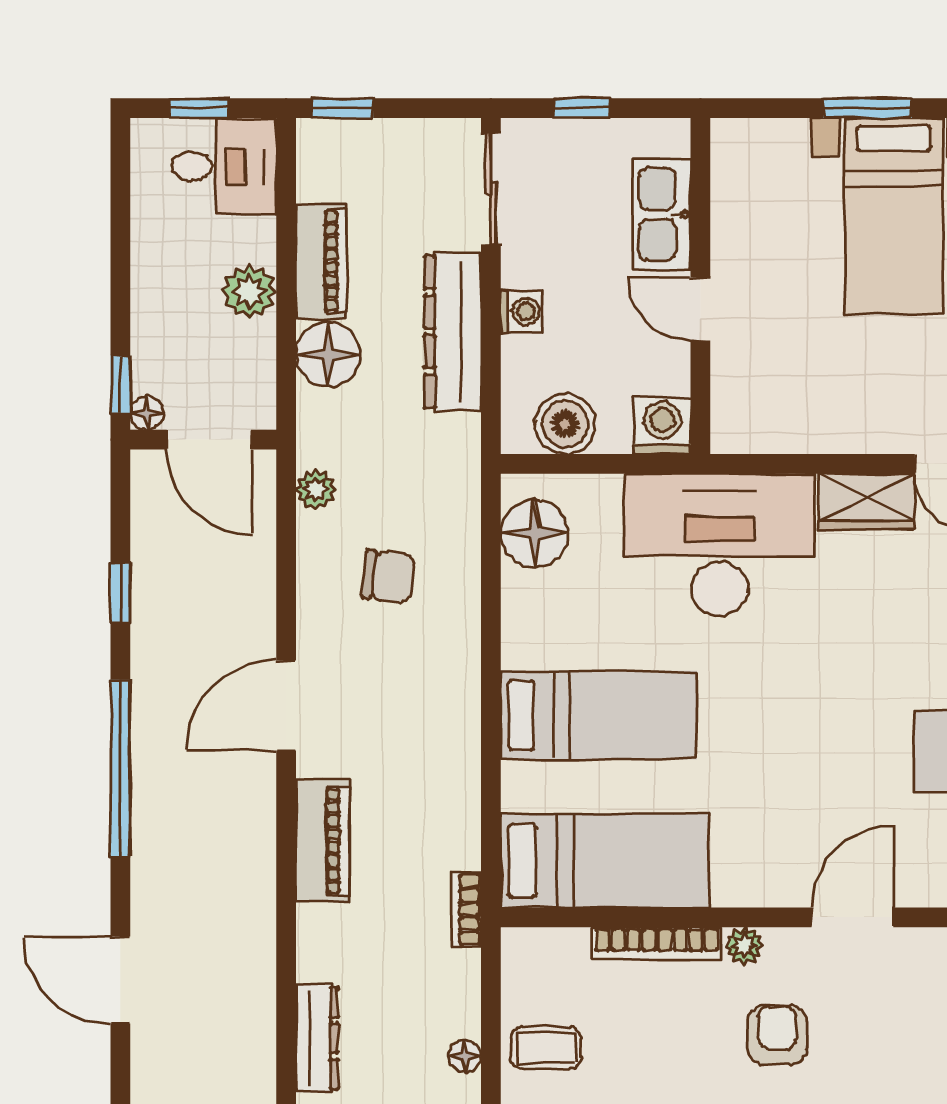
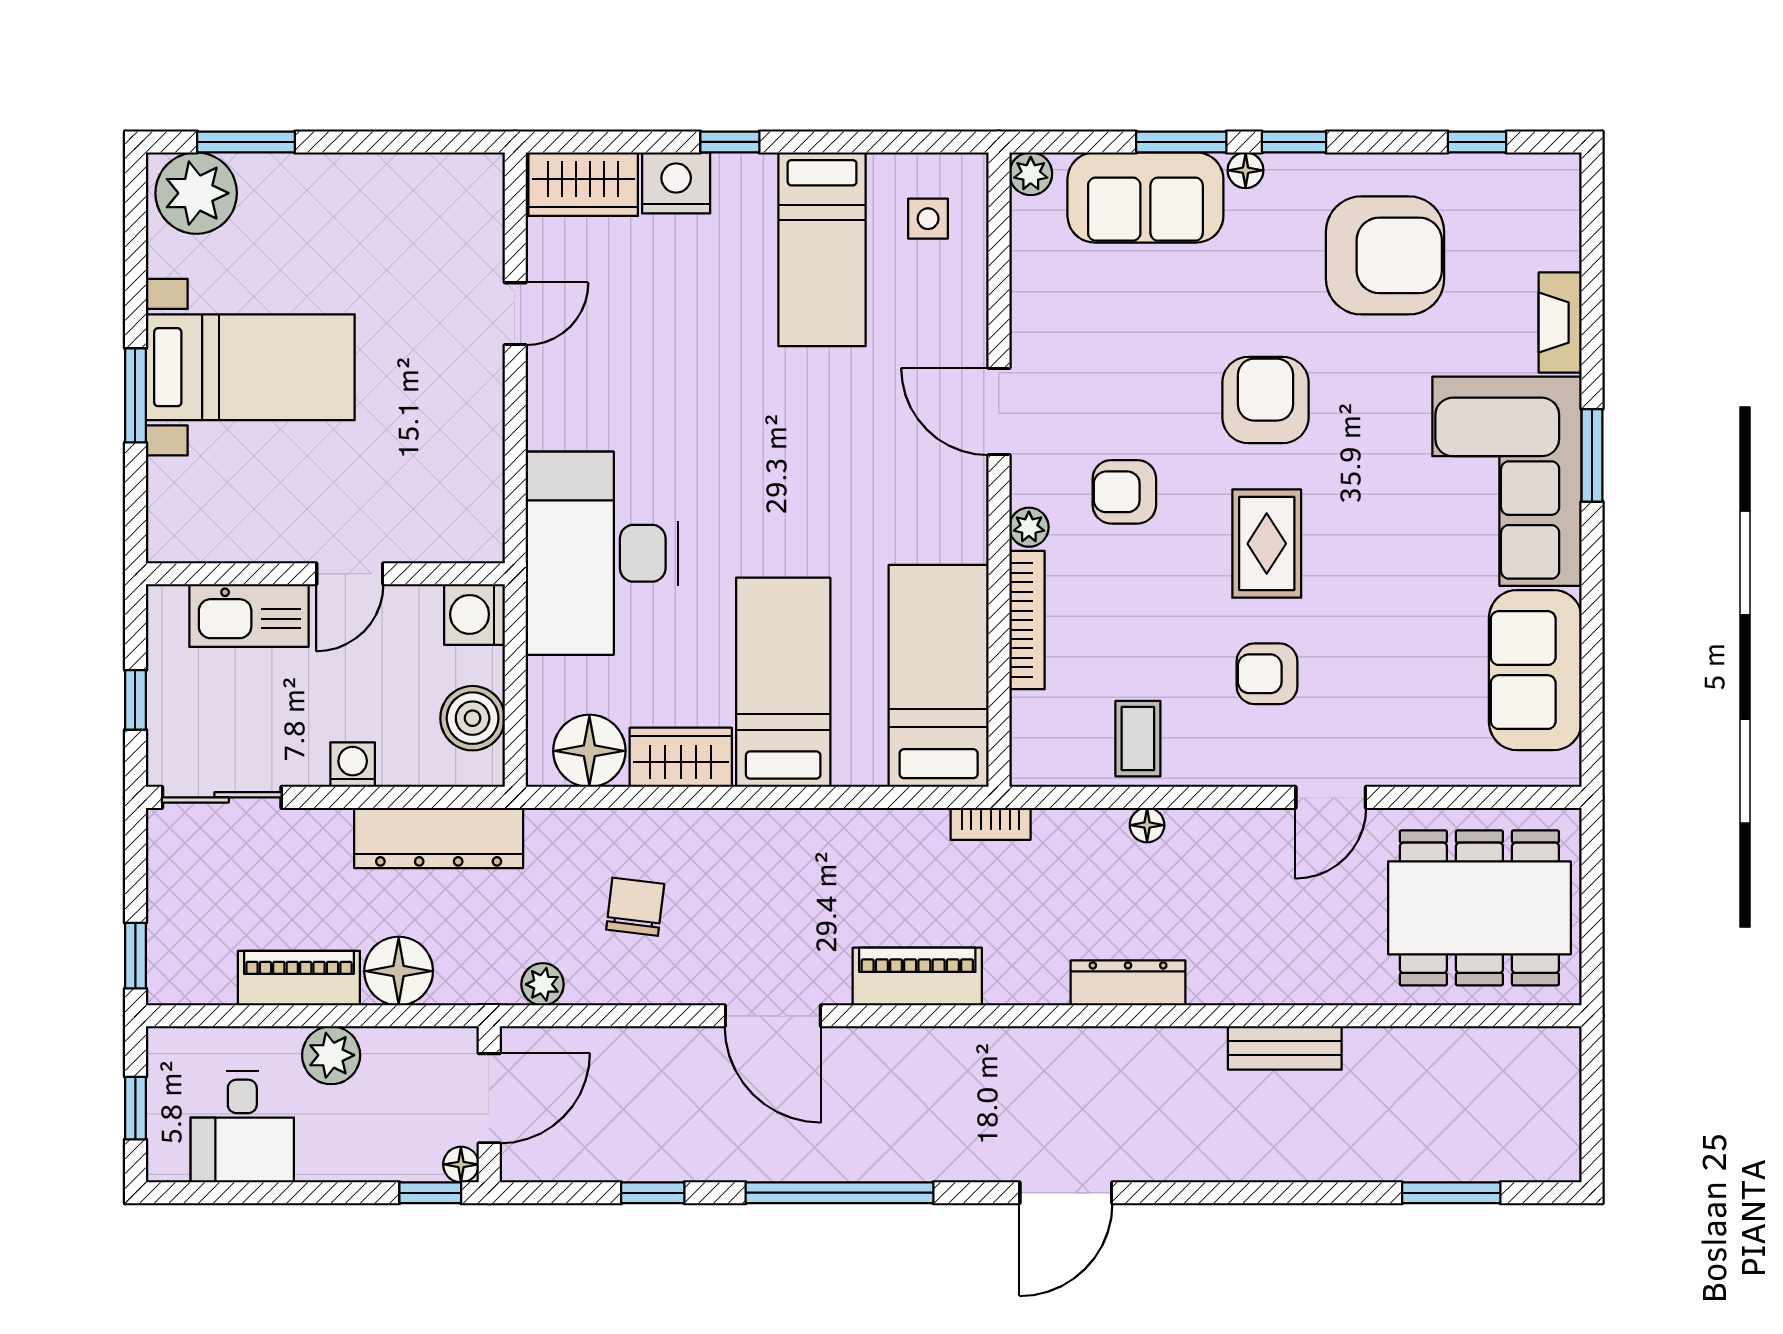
desk: (224, 166) -> (242, 1127), moved, turned 180
dresser: (453, 332) -> (439, 838), moved
wardrobe: (867, 501) -> (681, 757), moved, turned -90

